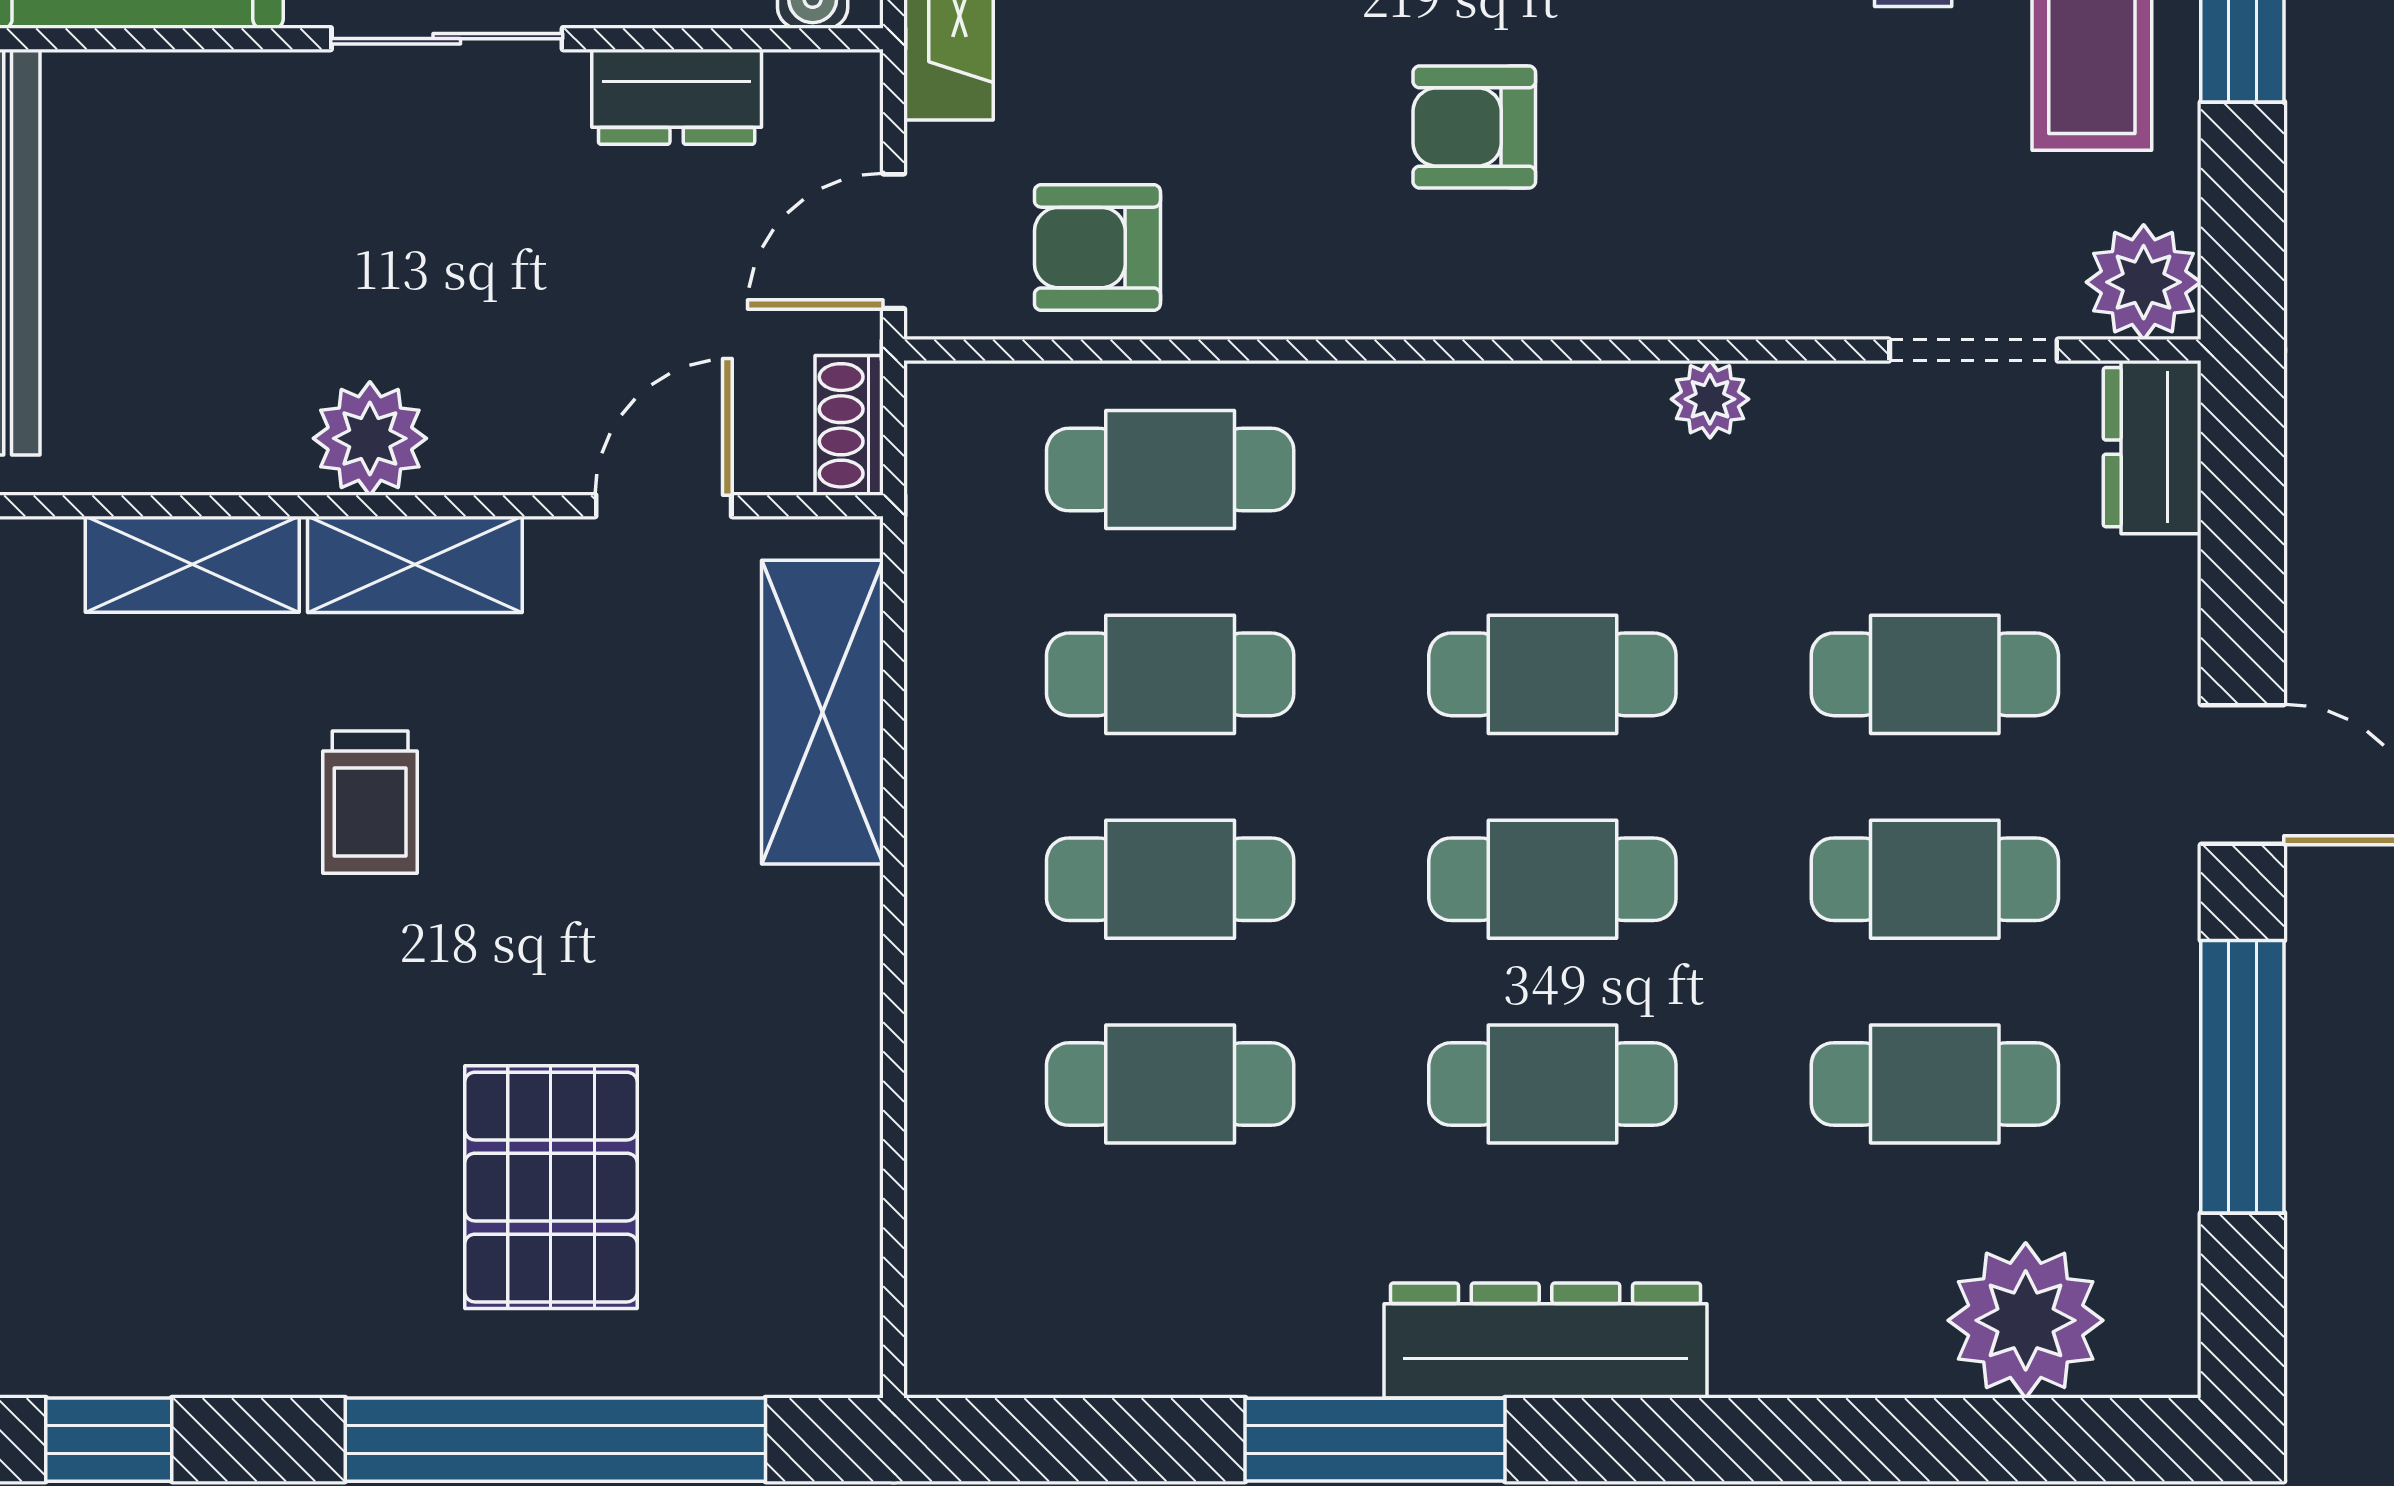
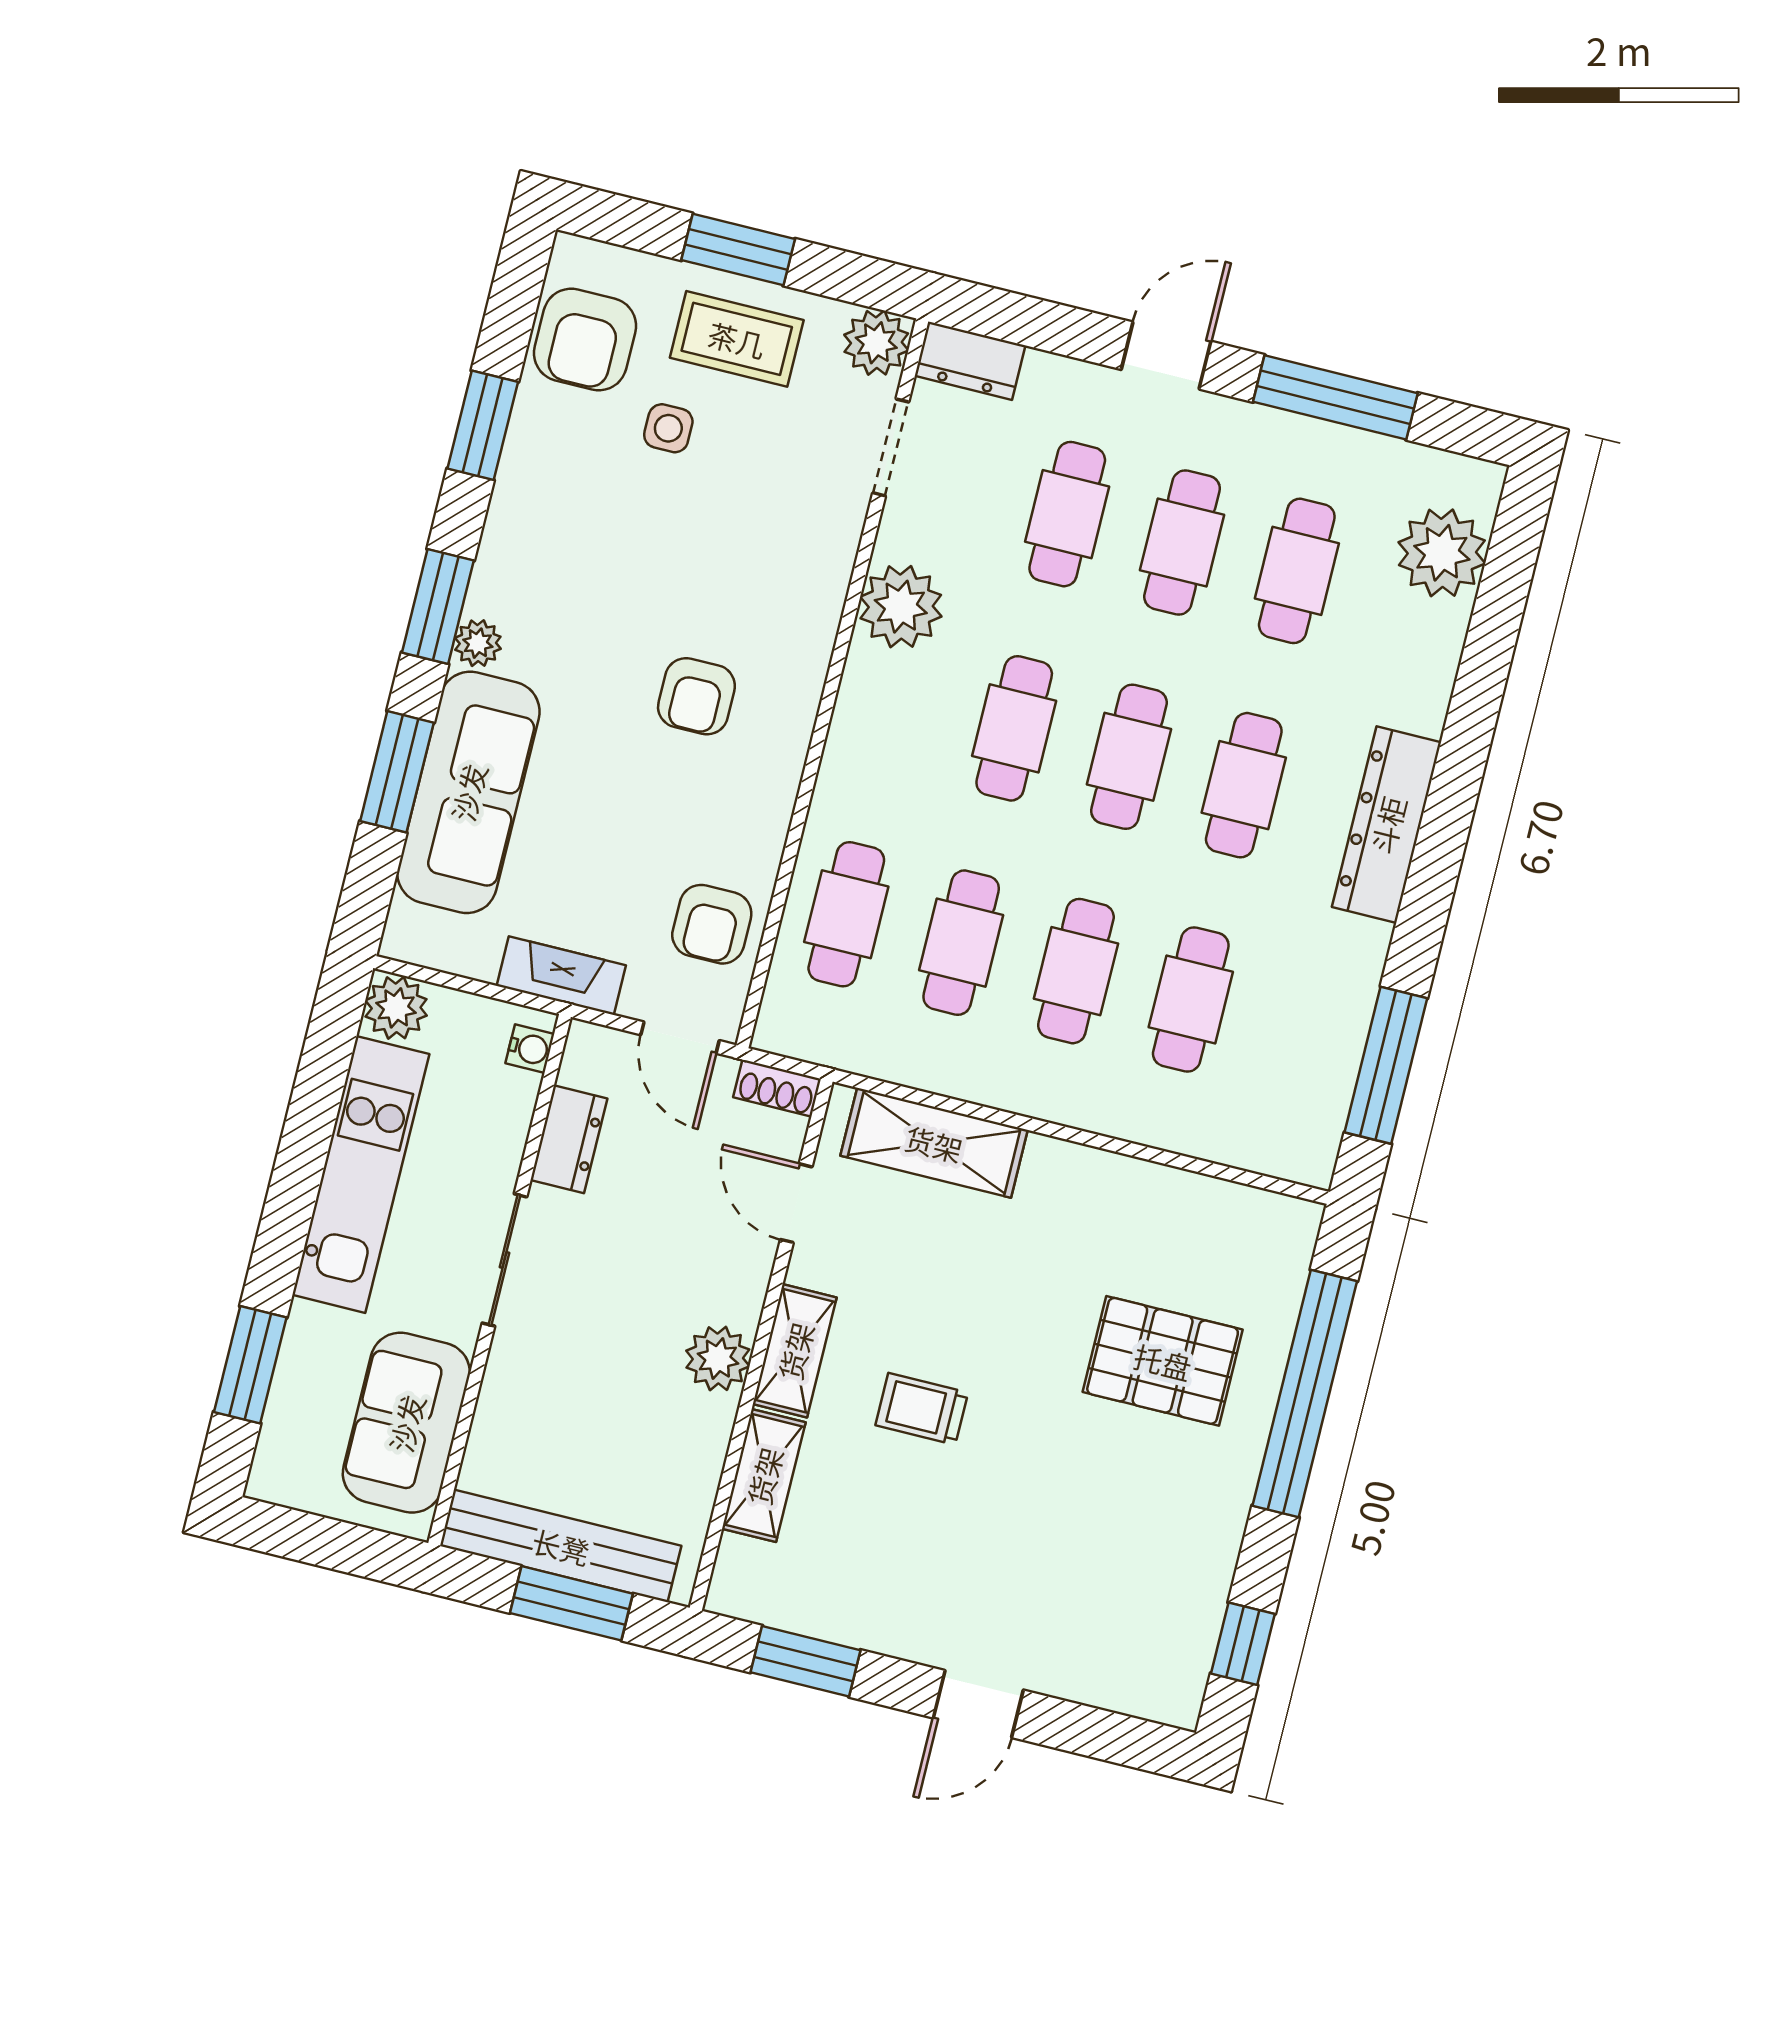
plant: (1710, 399) -> (901, 607), width x1.88, depth x1.88
trolley: (370, 802) -> (922, 1409), turned 180
window: (1375, 1440) -> (1386, 1065), moved

